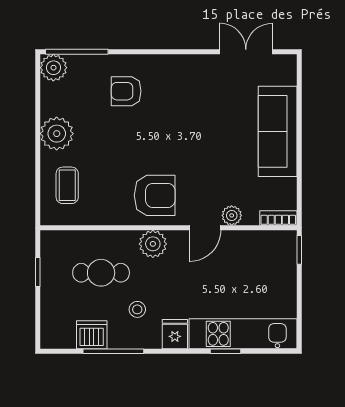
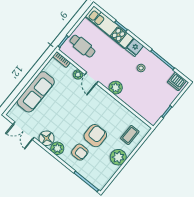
plant: (53, 68) -> (57, 148), moved
floor lamp: (199, 70) -> (47, 138), added
armchair: (155, 195) -> (95, 136), moved, turned 90
door: (205, 228) -> (92, 78), swing flipped
cafe table: (101, 273) -> (82, 46), moved
dishwasher: (92, 335) -> (177, 81), moved

